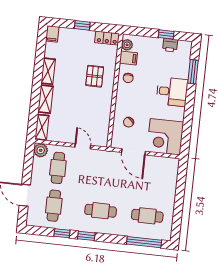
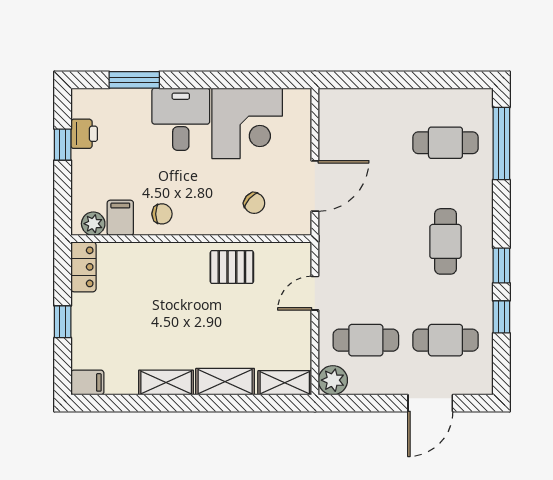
pallet: (95, 76) -> (232, 267), moved
corner desk: (165, 137) -> (247, 123), moved
cafe table: (147, 216) -> (445, 143), turned 90

